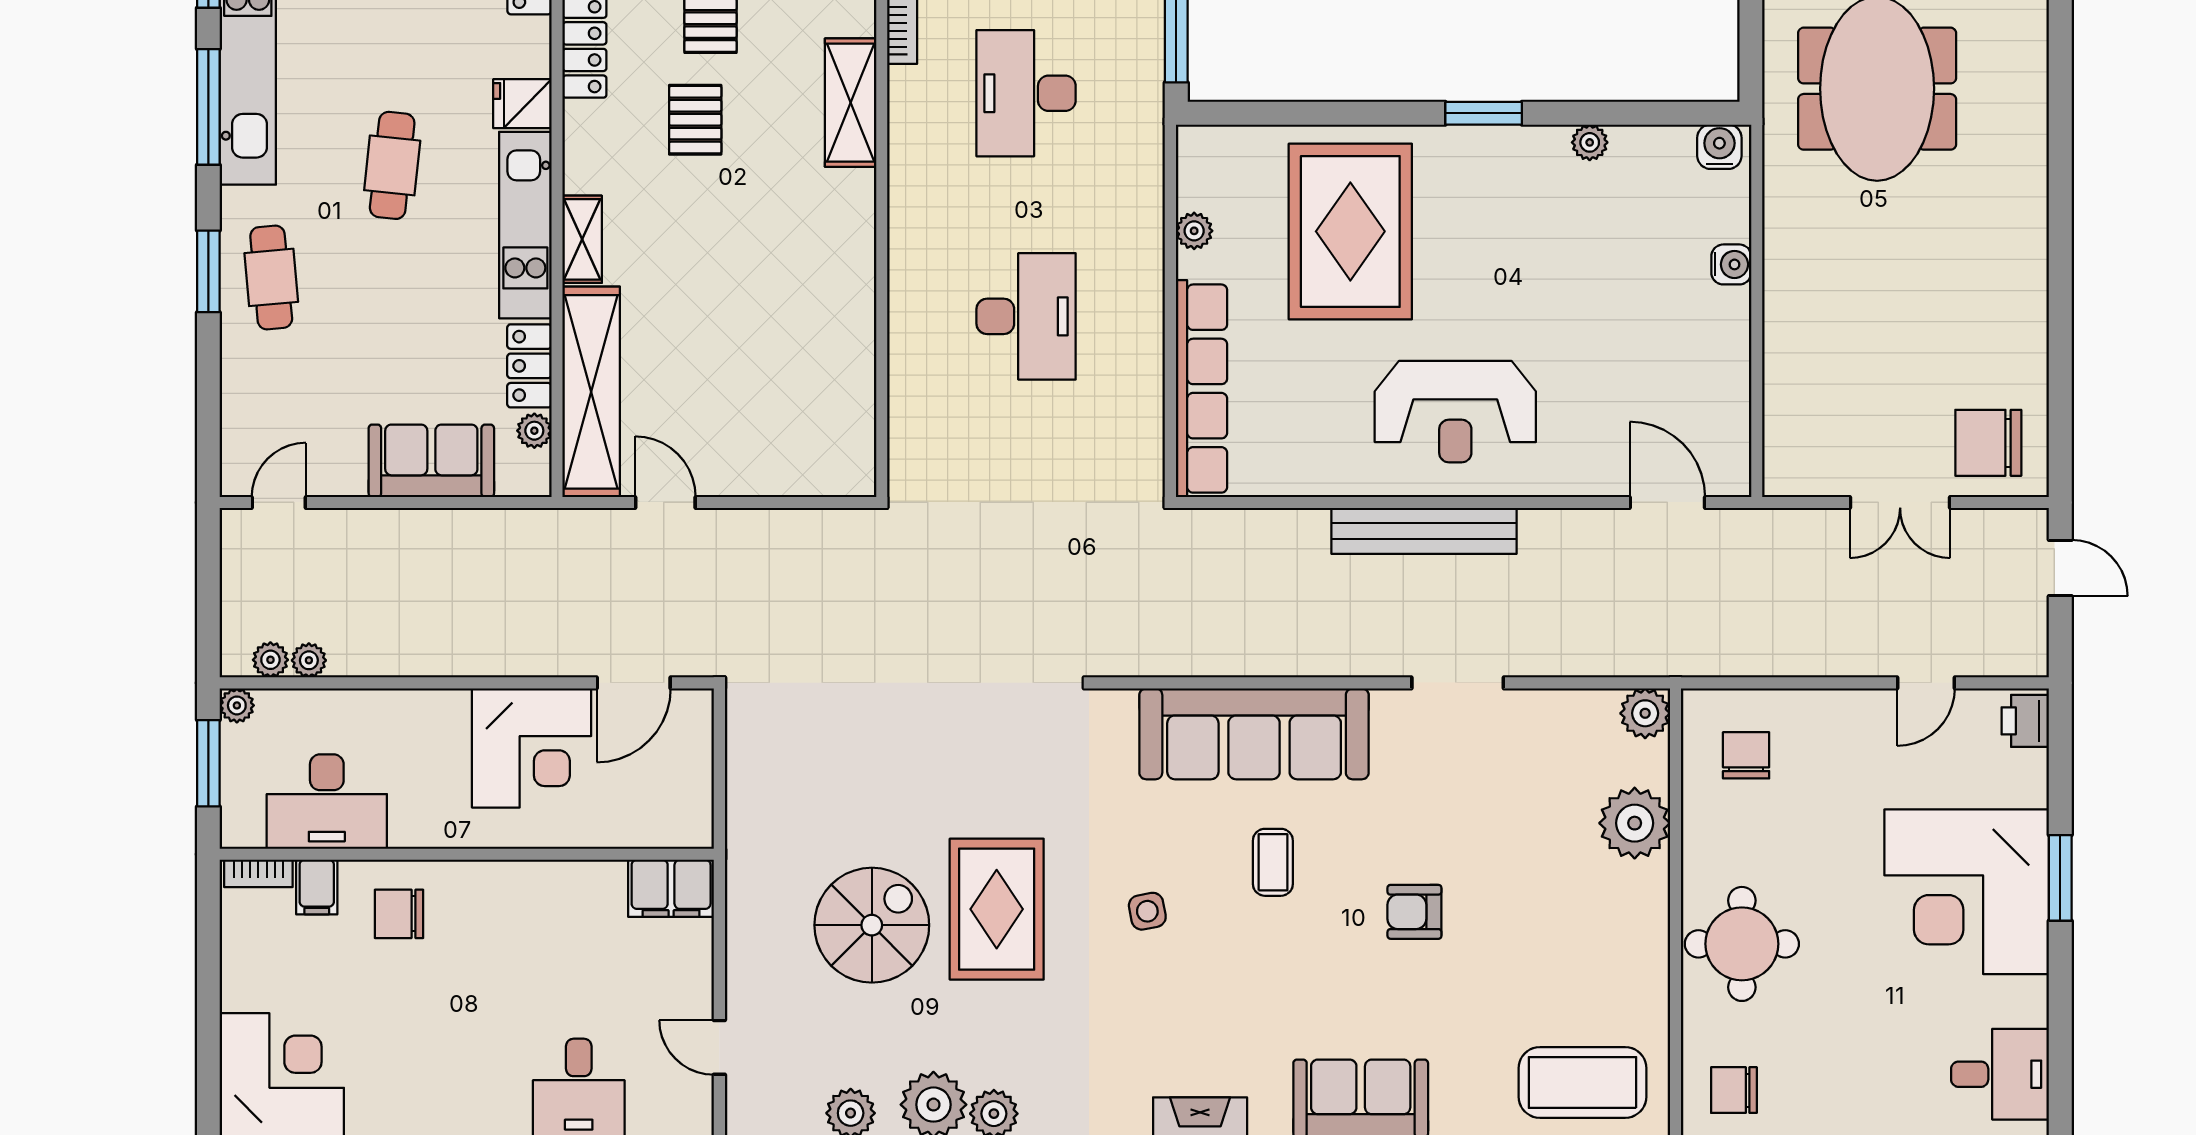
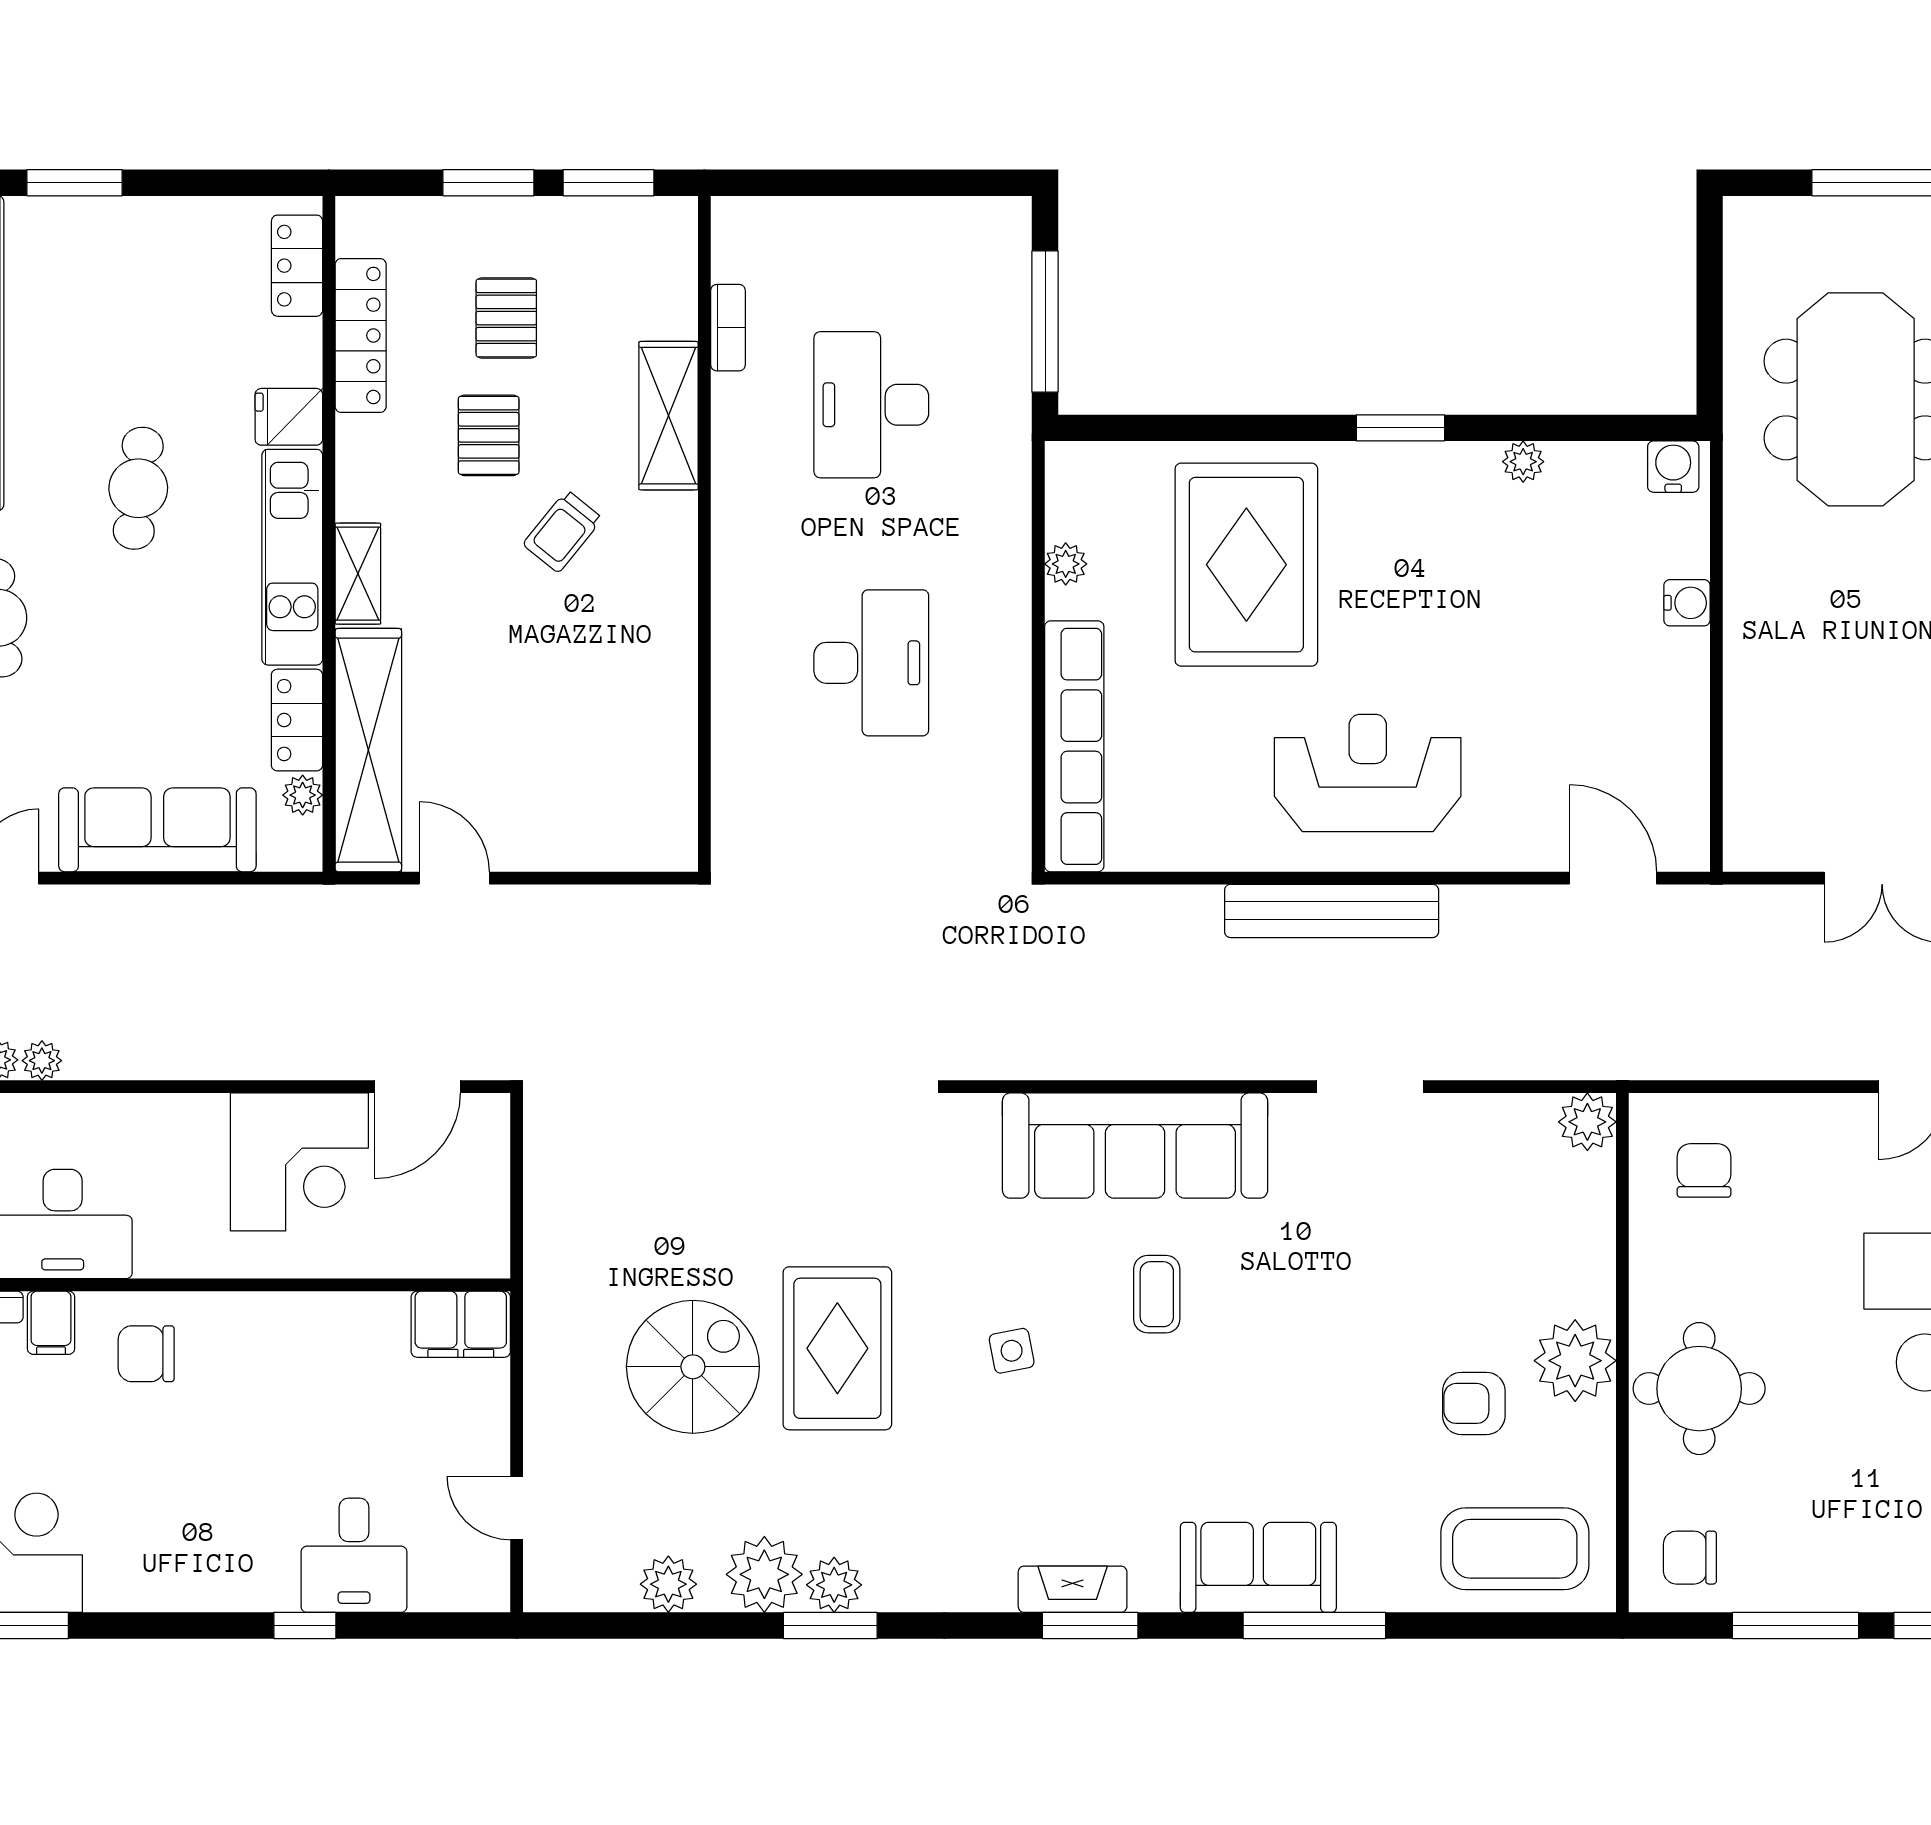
trolley: (759, 203) -> (563, 531), added
reception desk: (1455, 412) -> (1368, 773), turned 180
sofa: (431, 461) -> (157, 830), width x1.36
plant: (1635, 823) -> (1575, 1361), moved
armchair: (1414, 912) -> (1474, 1403), moved

